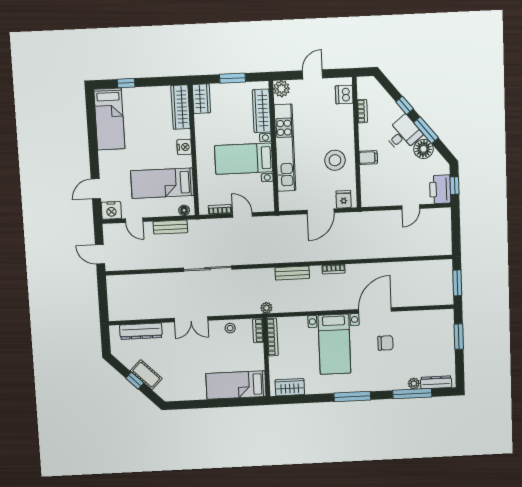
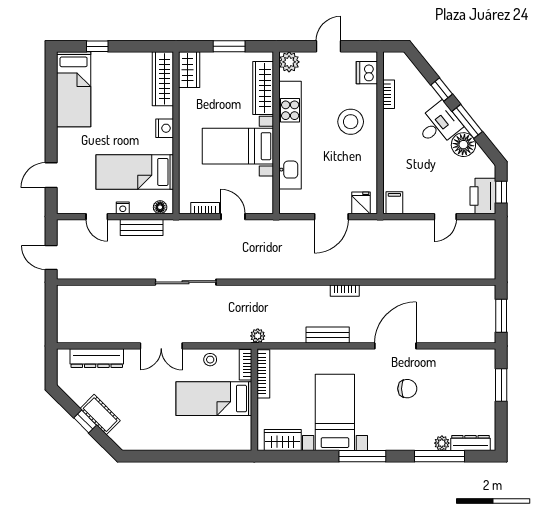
filing cabinet: (368, 158) -> (394, 203), moved, turned -90
stool: (335, 160) -> (351, 122), moved
nightstand: (111, 210) -> (123, 208), moved, width x0.53, depth x0.56
bench: (292, 273) -> (328, 335), moved
bed with nightstands: (334, 344) -> (335, 412), moved, turned 180
bed: (236, 385) -> (214, 399), moved

